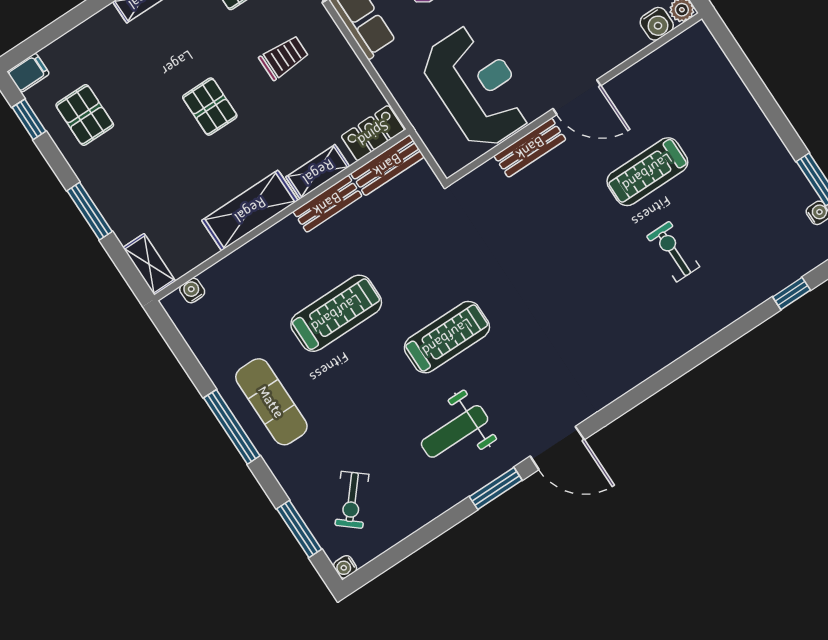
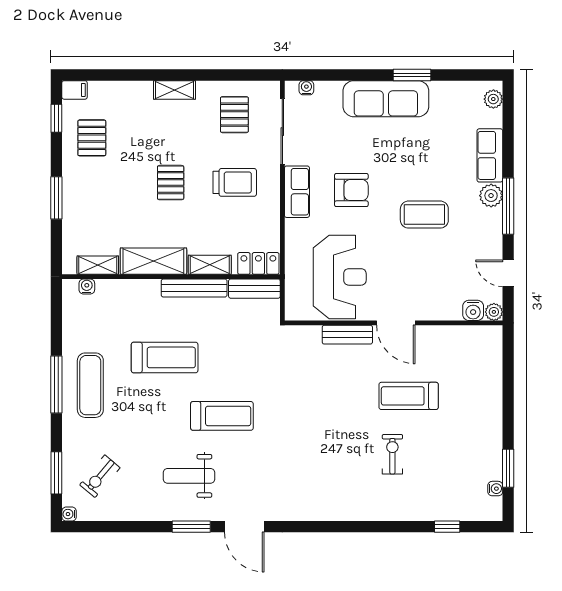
trolley: (284, 58) -> (235, 182), width x1.36, depth x1.39
bench: (327, 204) -> (194, 288), width x1.36
shelving: (149, 264) -> (98, 265), moved, turned 90

